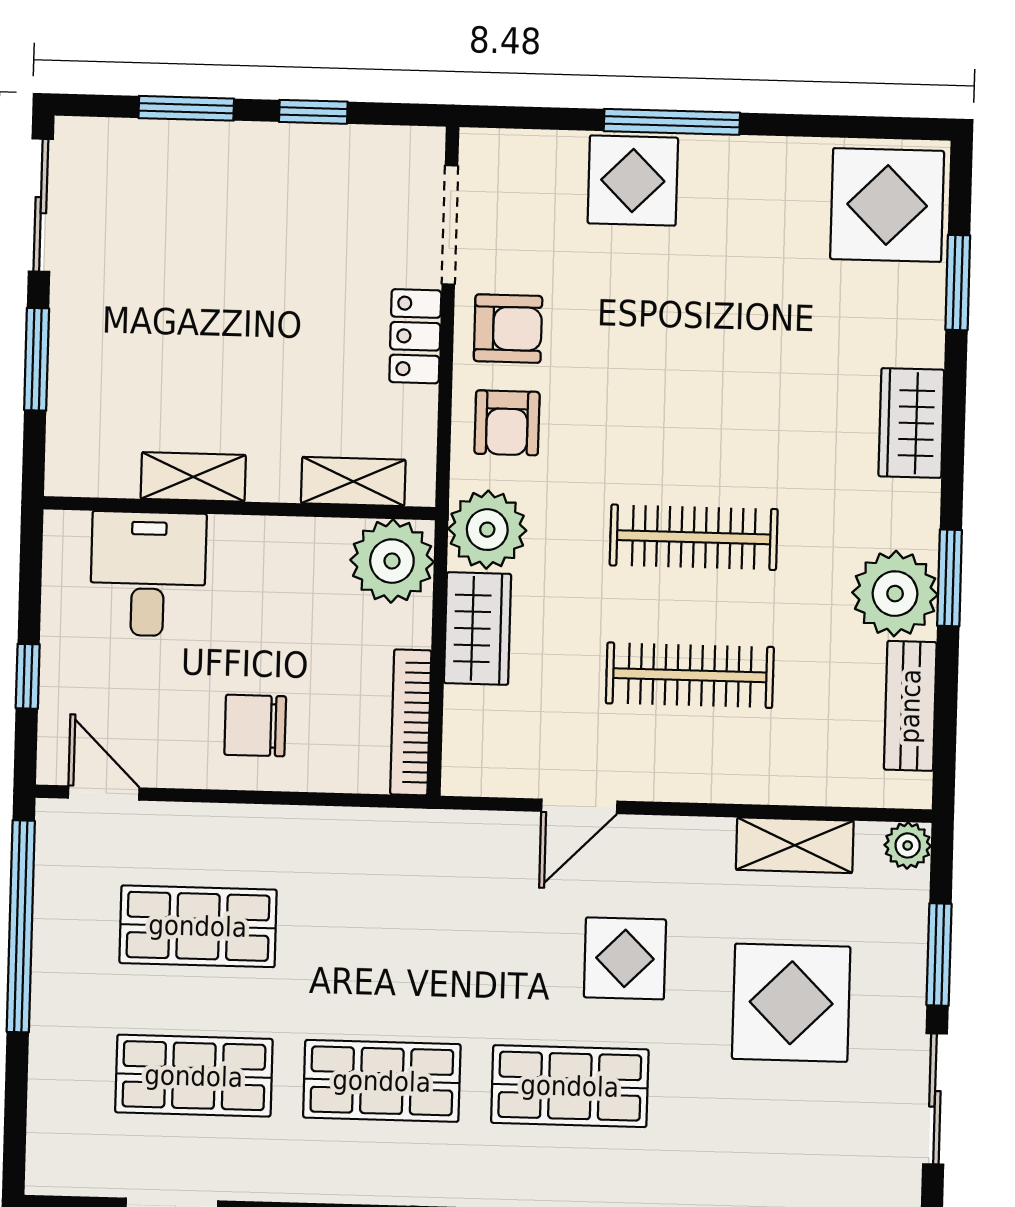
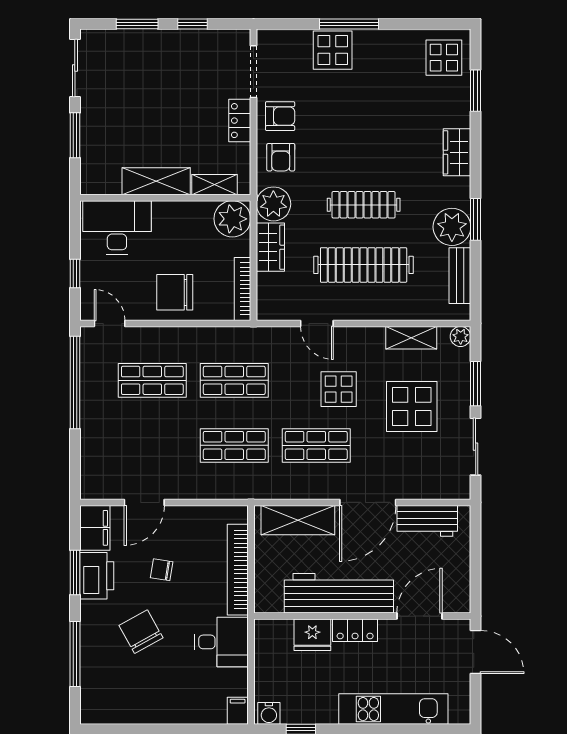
display table: (887, 205) -> (444, 58), width x0.73, depth x0.73
shelving: (193, 477) -> (156, 181), width x1.50, depth x1.33
desk: (148, 574) -> (117, 227), width x1.37
clothes rail: (690, 675) -> (364, 265), width x1.37, depth x1.31
chair: (255, 726) -> (175, 292), width x1.37, depth x1.37
door: (579, 806) -> (317, 323), hinge flipped
shop shelf: (194, 1076) -> (234, 380), moved

